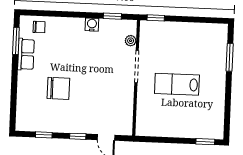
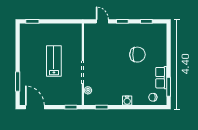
door: (207, 20) -> (35, 107), added
water cooler: (92, 25) -> (127, 101), moved
lab bench: (177, 84) -> (54, 61), turned -90
chair: (58, 88) -> (137, 55), turned 180

